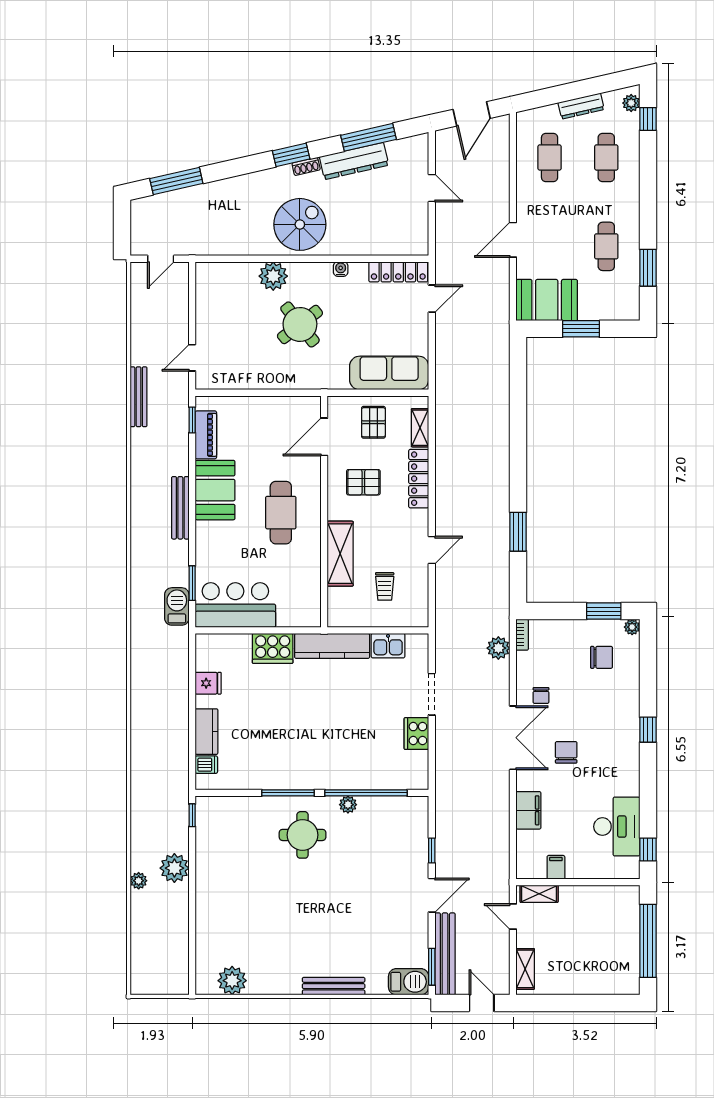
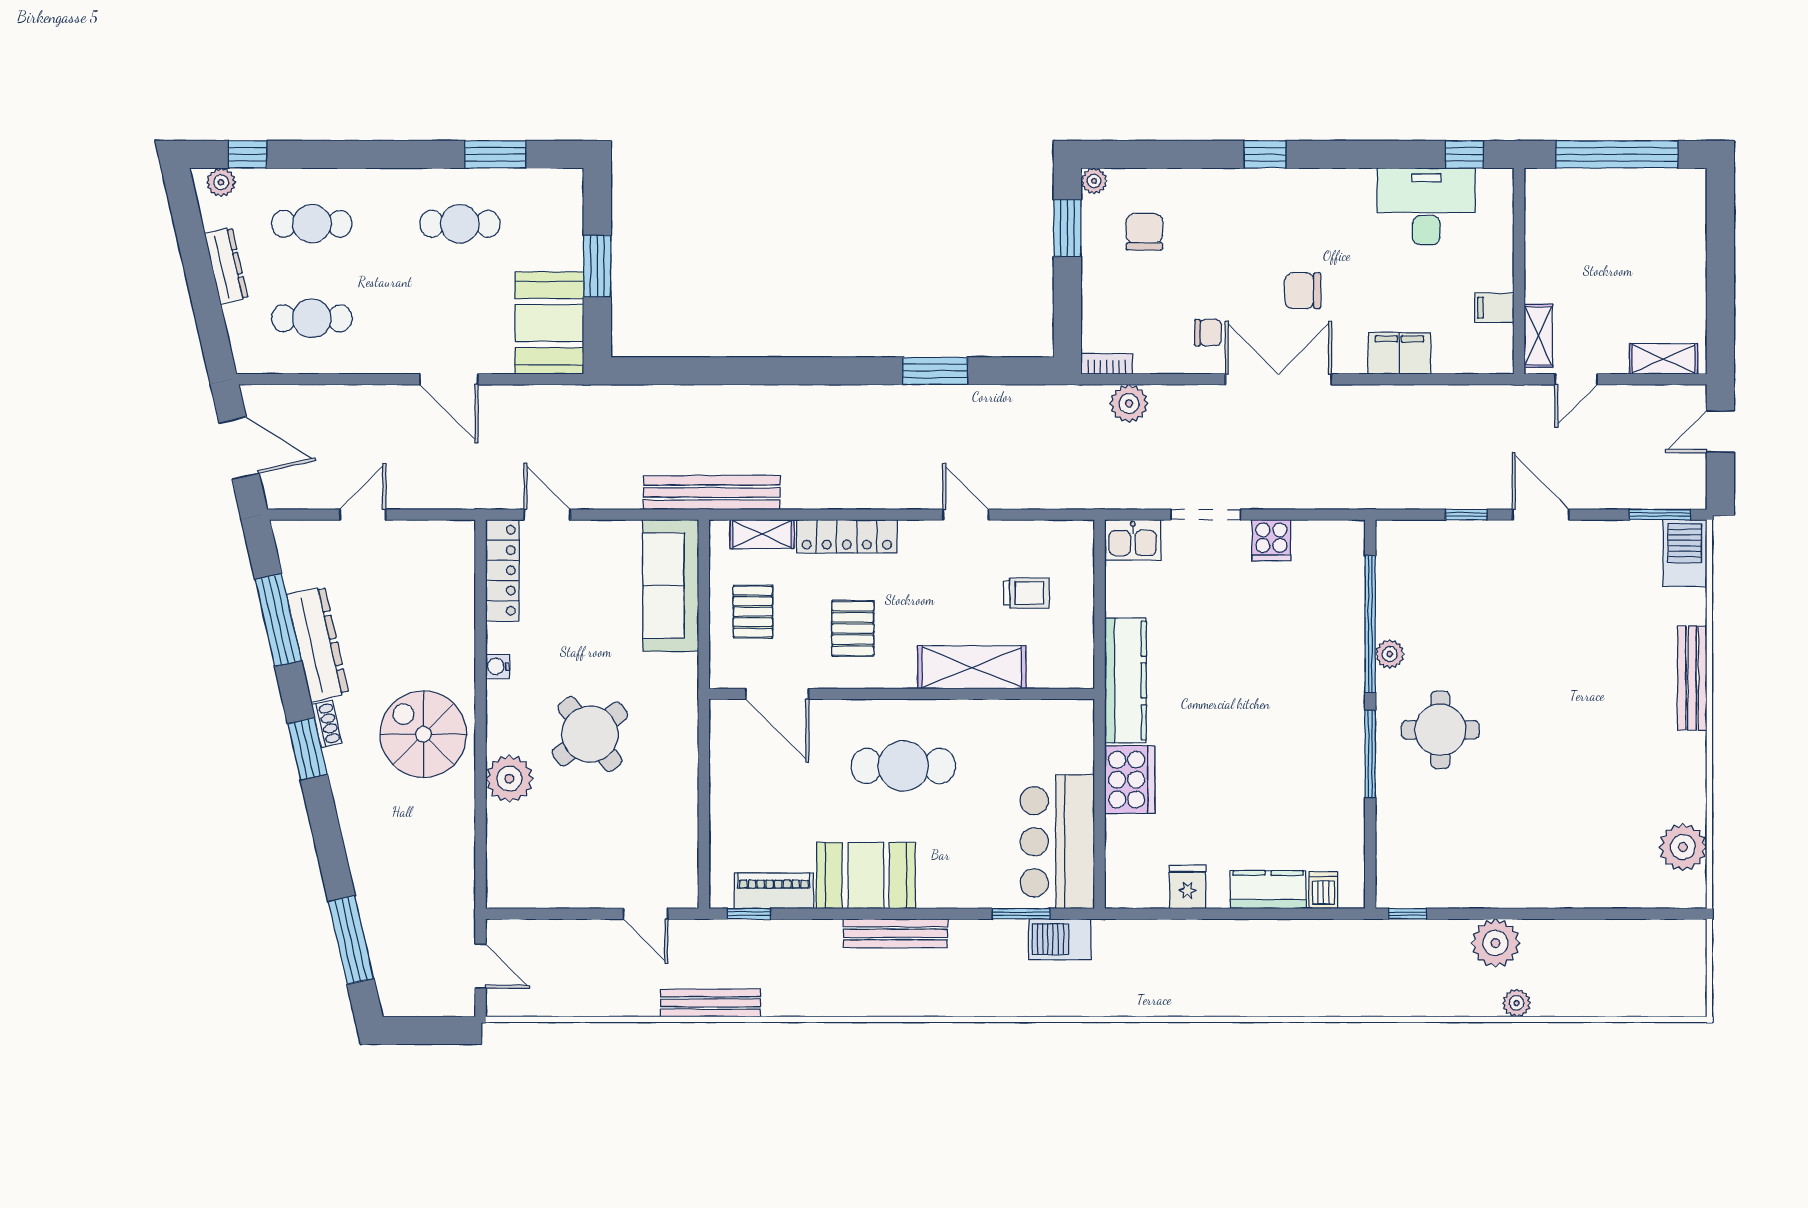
pallet: (373, 422) -> (753, 612), turned 90
kitchen sink: (388, 646) -> (1133, 540), moved, turned 90
cooker: (416, 734) -> (1271, 540), width x0.73
bench: (445, 954) -> (712, 493), moved

